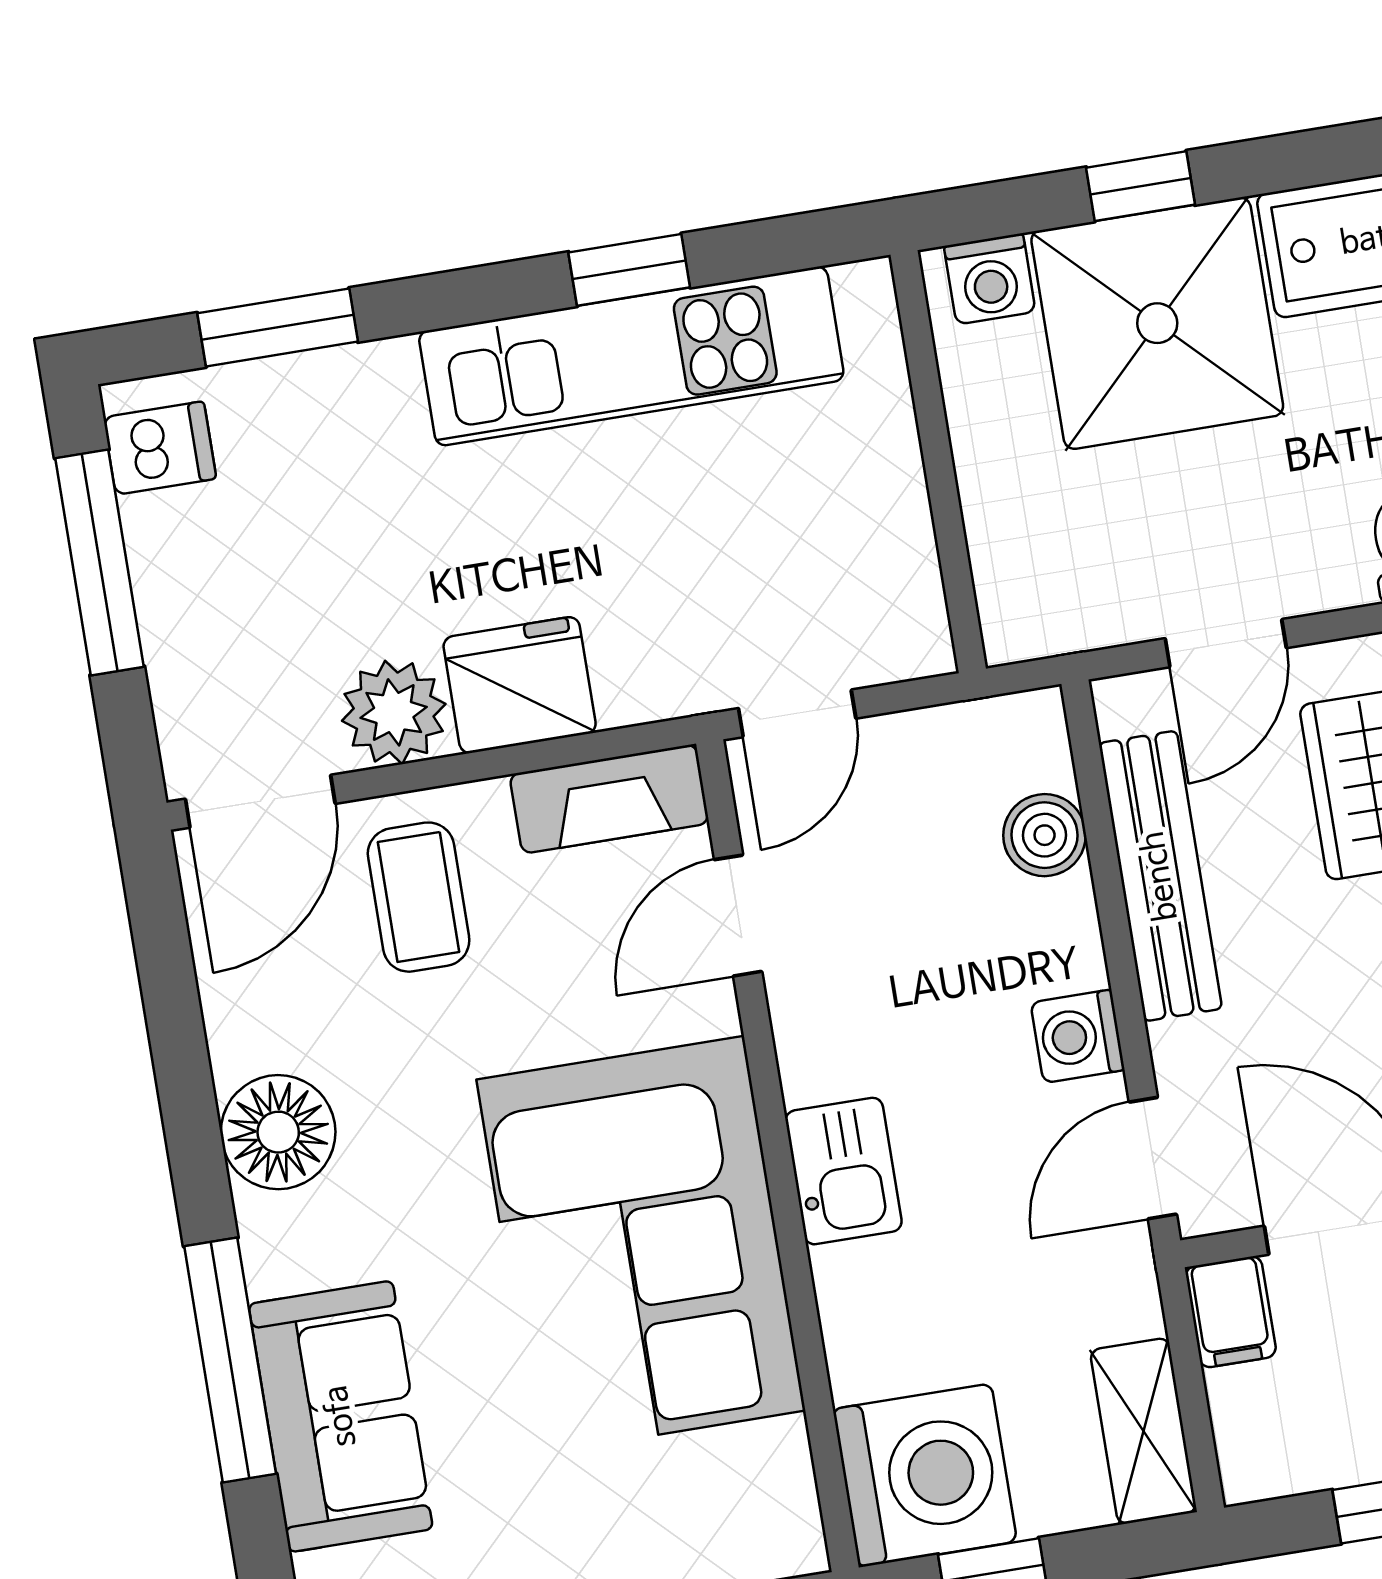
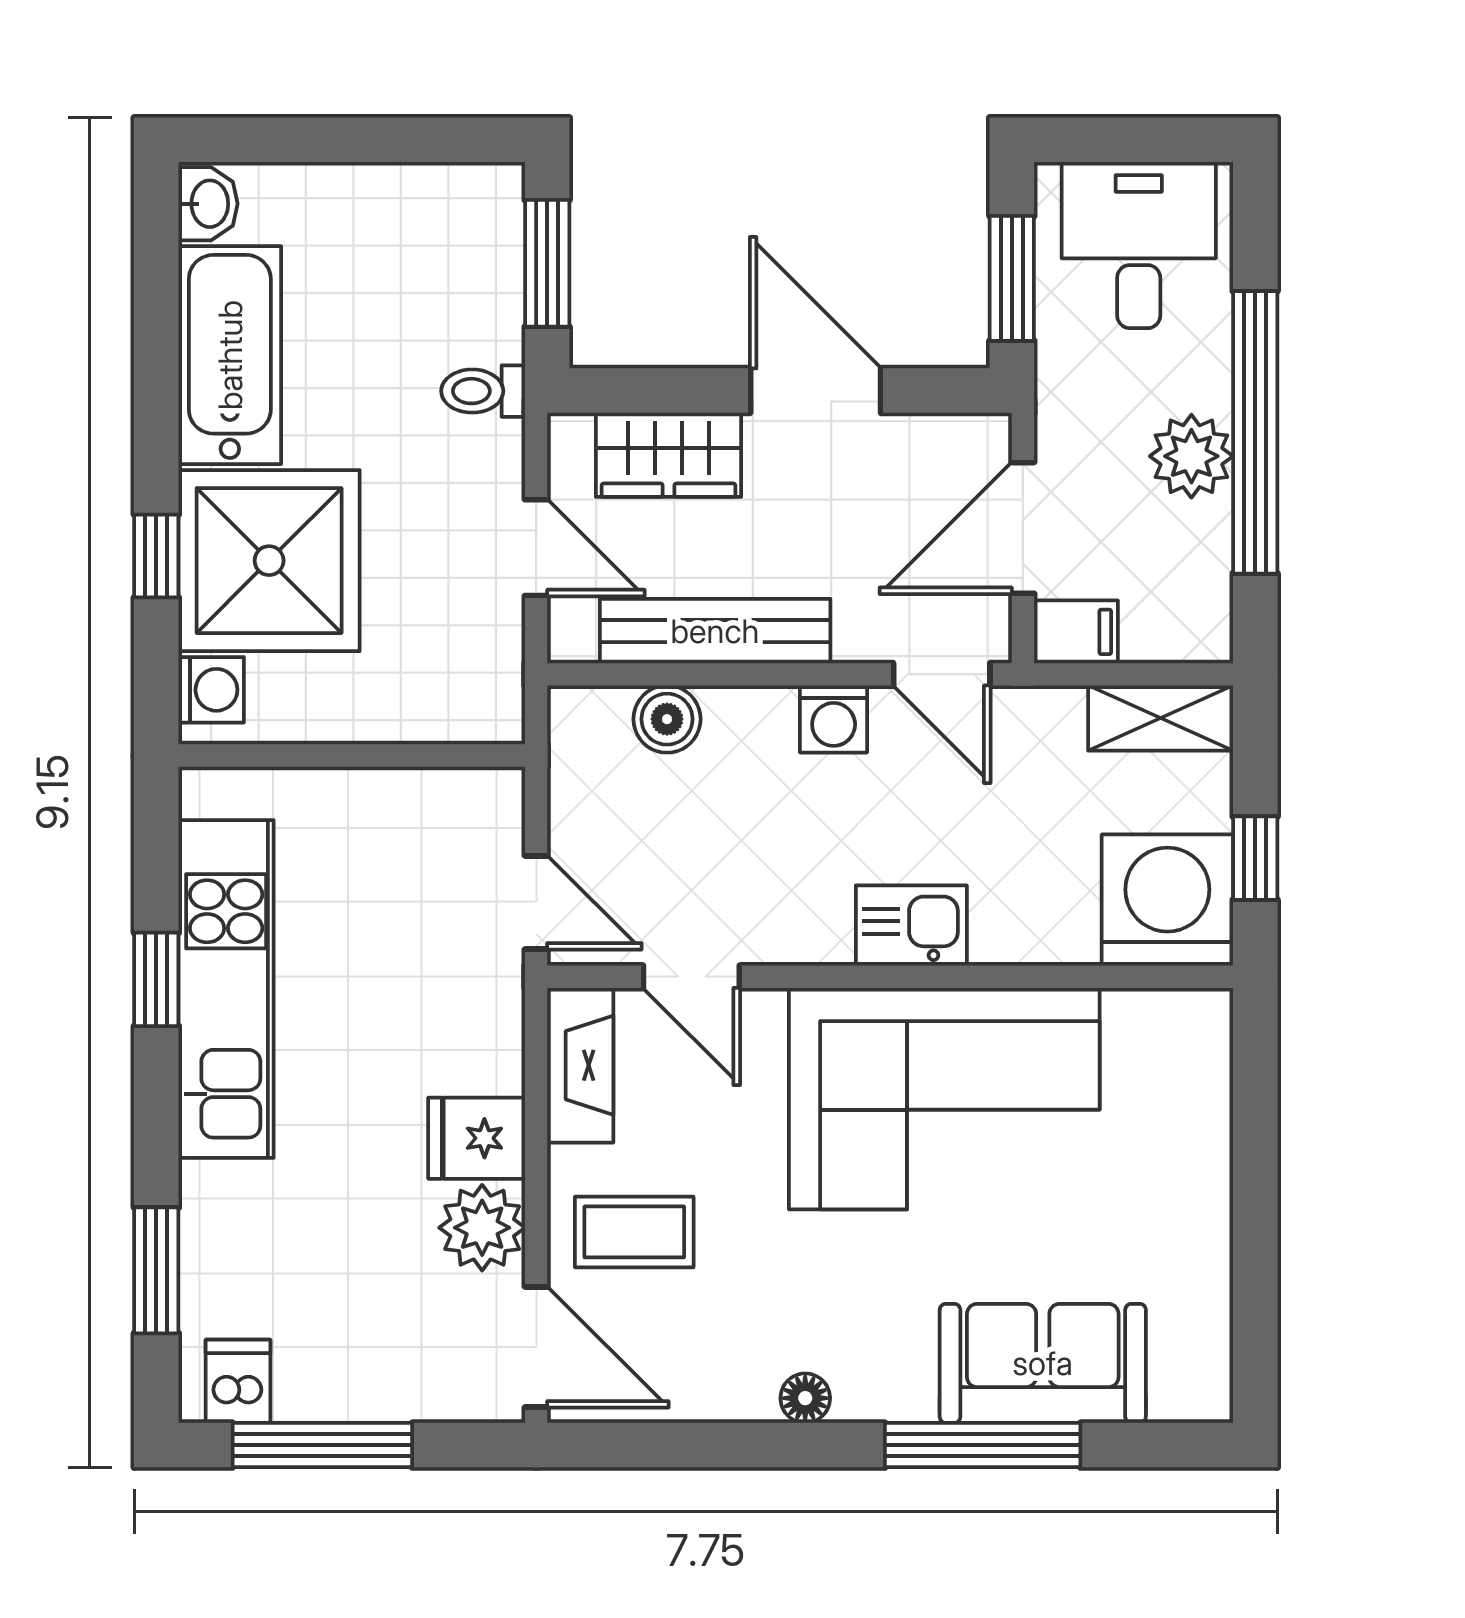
fridge: (520, 685) -> (477, 1138), width x0.72
floor lamp: (278, 1132) -> (805, 1398), width x0.53, depth x0.53

